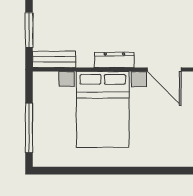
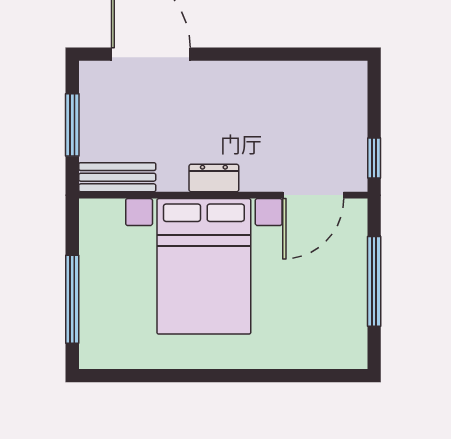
dresser: (114, 60) -> (214, 178), width x0.70
door: (164, 70) -> (313, 195), hinge flipped

